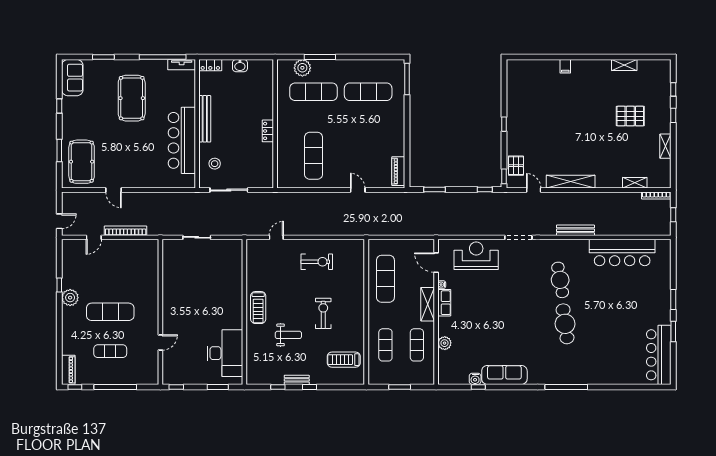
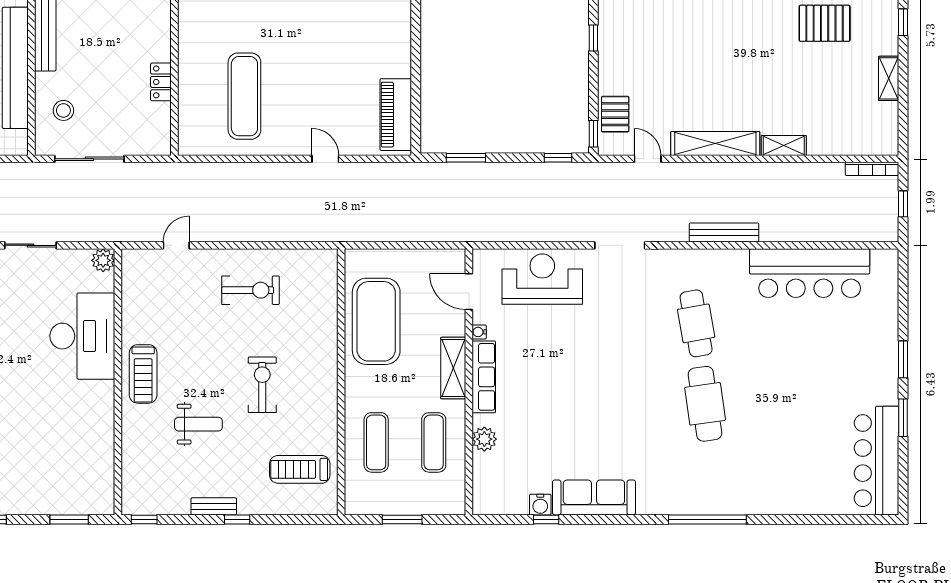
locker: (268, 131) -> (161, 82), moved
piano: (398, 171) -> (396, 115), width x1.37, depth x1.33
shelving: (635, 183) -> (784, 146), moved
plant: (236, 245) -> (103, 260), added
exercise mat: (385, 279) -> (376, 321), width x1.47
row of seats: (444, 303) -> (484, 377), width x1.48
desk: (225, 353) -> (82, 336), moved
window: (278, 387) -> (144, 519), moved

